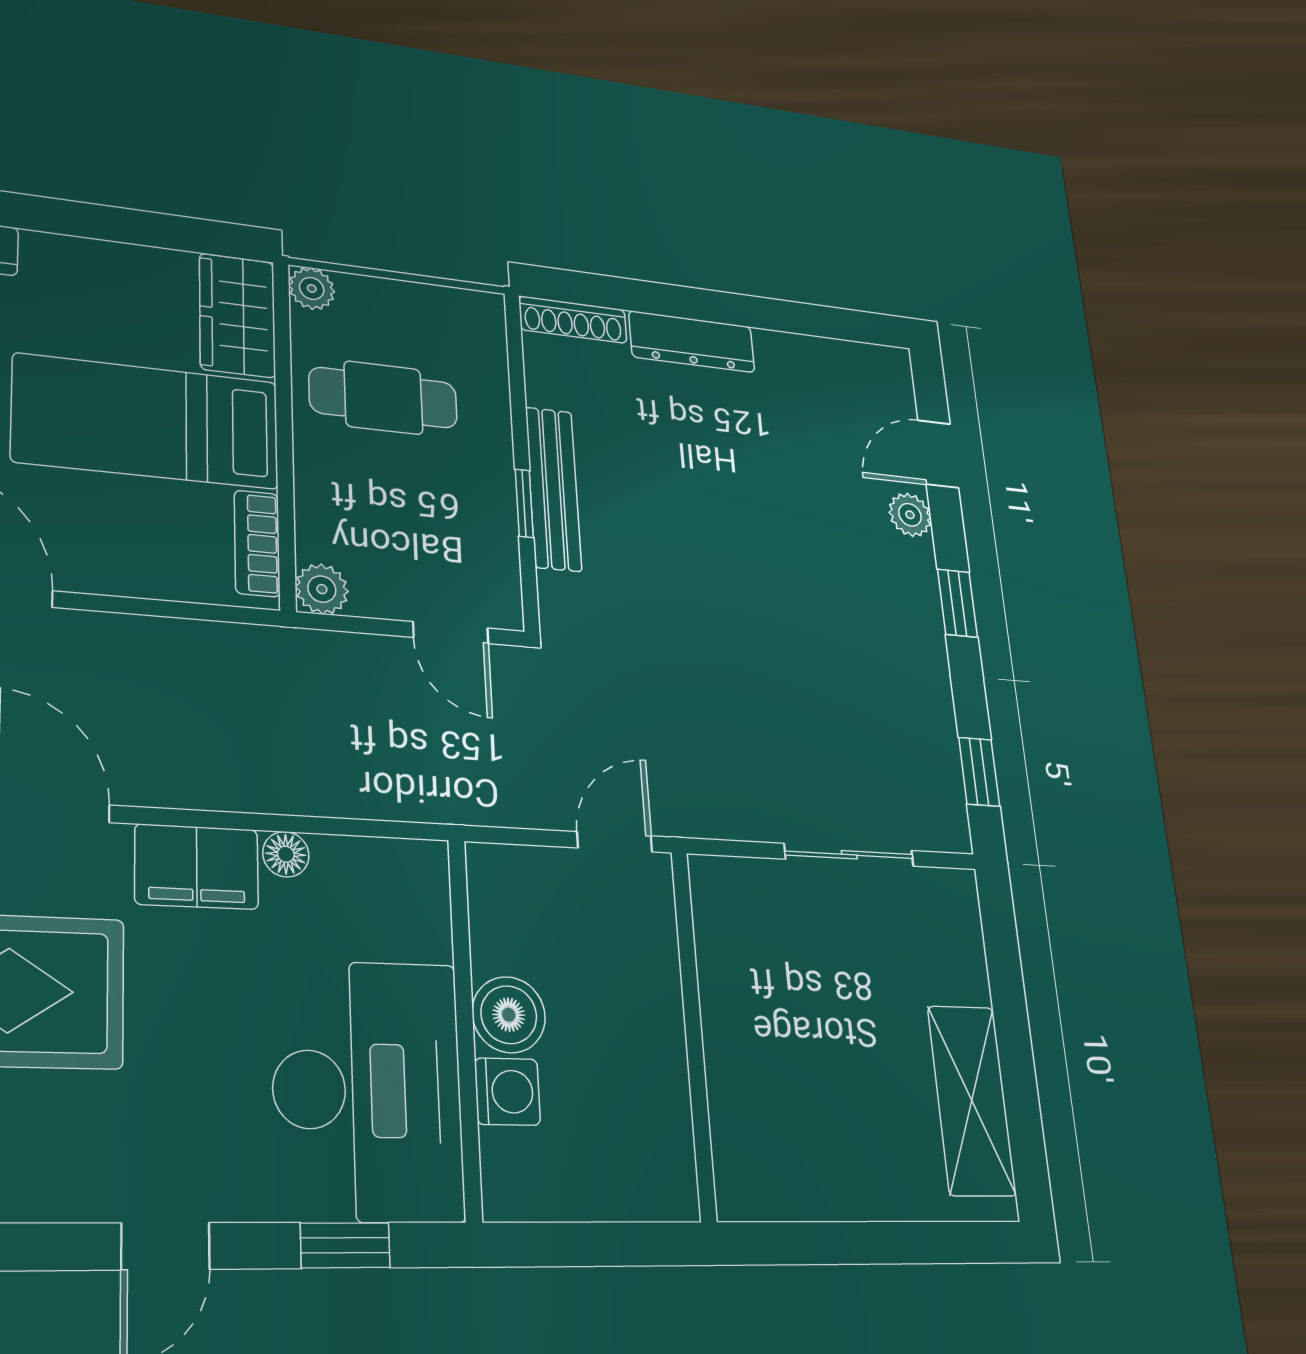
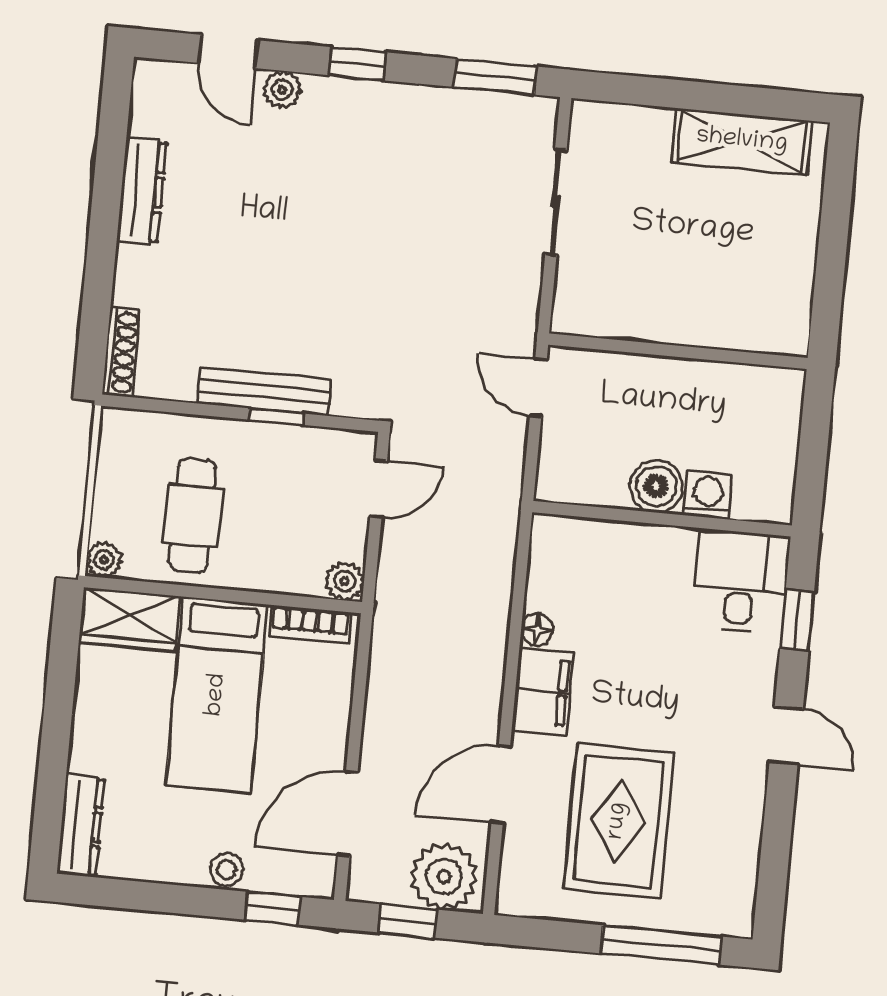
dresser: (692, 342) -> (142, 191), moved
window: (979, 772) -> (495, 77), width x1.50
desk: (368, 1090) -> (741, 581), width x0.53, depth x0.77

